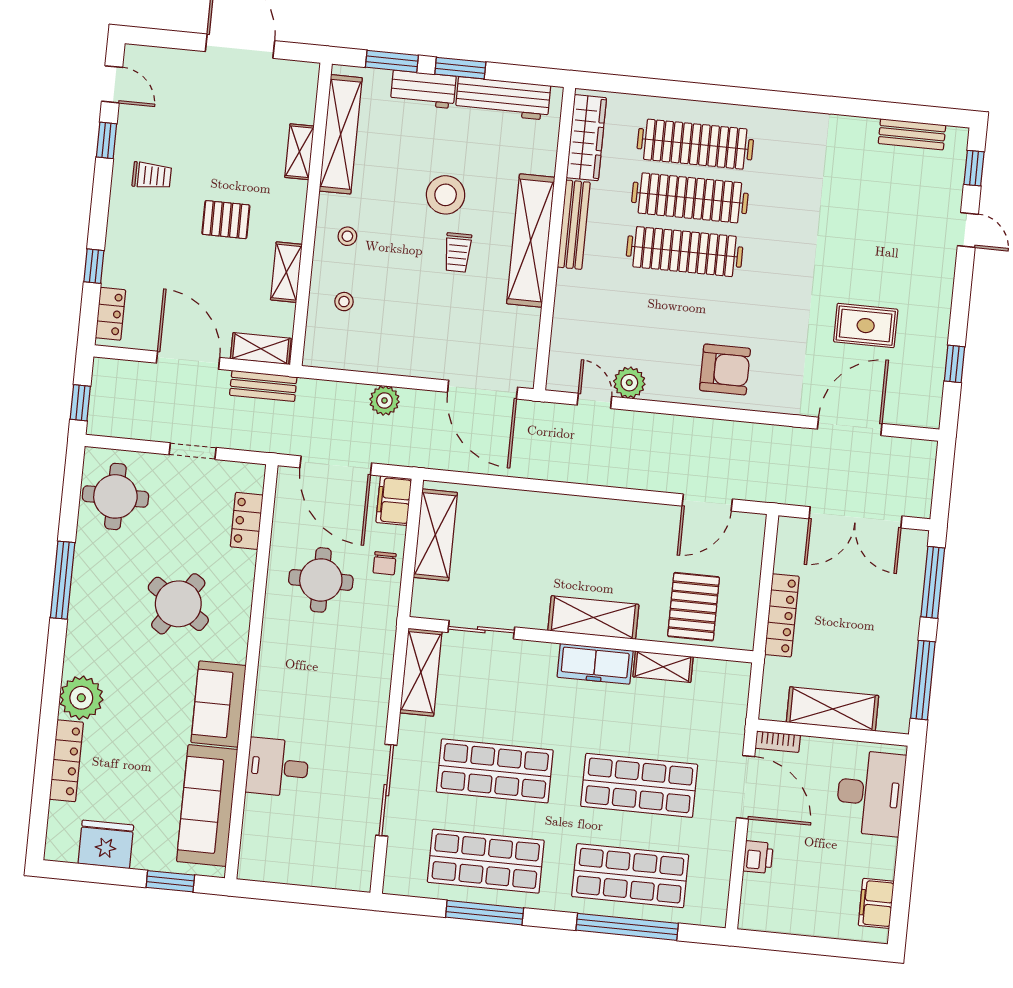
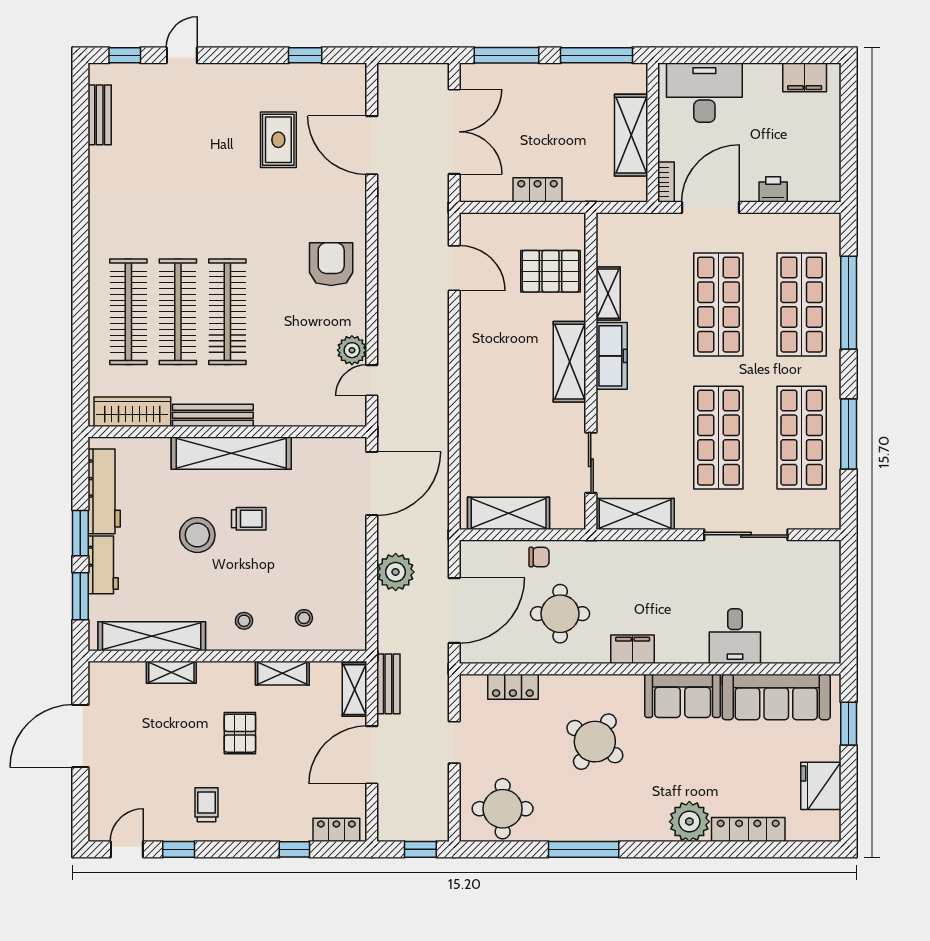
plant: (384, 400) -> (396, 572), width x1.36, depth x1.36
filing cabinet: (394, 501) -> (633, 649), moved, turned 180
locker: (782, 615) -> (538, 190), width x0.66

